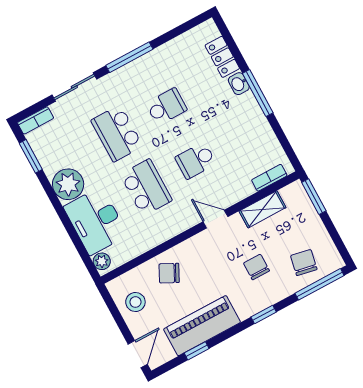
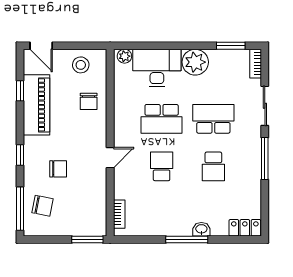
locker: (222, 57) -> (245, 228), moved
shelving: (263, 209) -> (99, 196), removed
chair: (169, 273) -> (89, 101), turned 153

